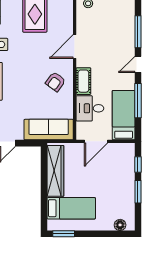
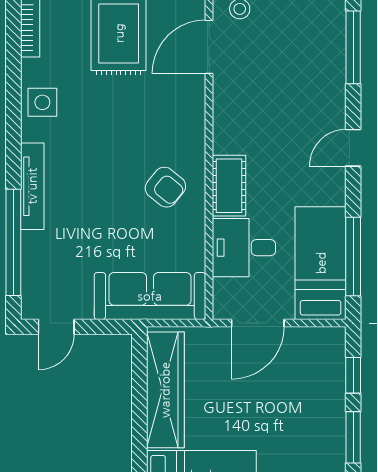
window: (138, 32) -> (353, 47), moved
door: (75, 46) -> (209, 47), moved
armchair: (55, 82) -> (165, 187), turned -87
window: (138, 101) -> (353, 256), moved

